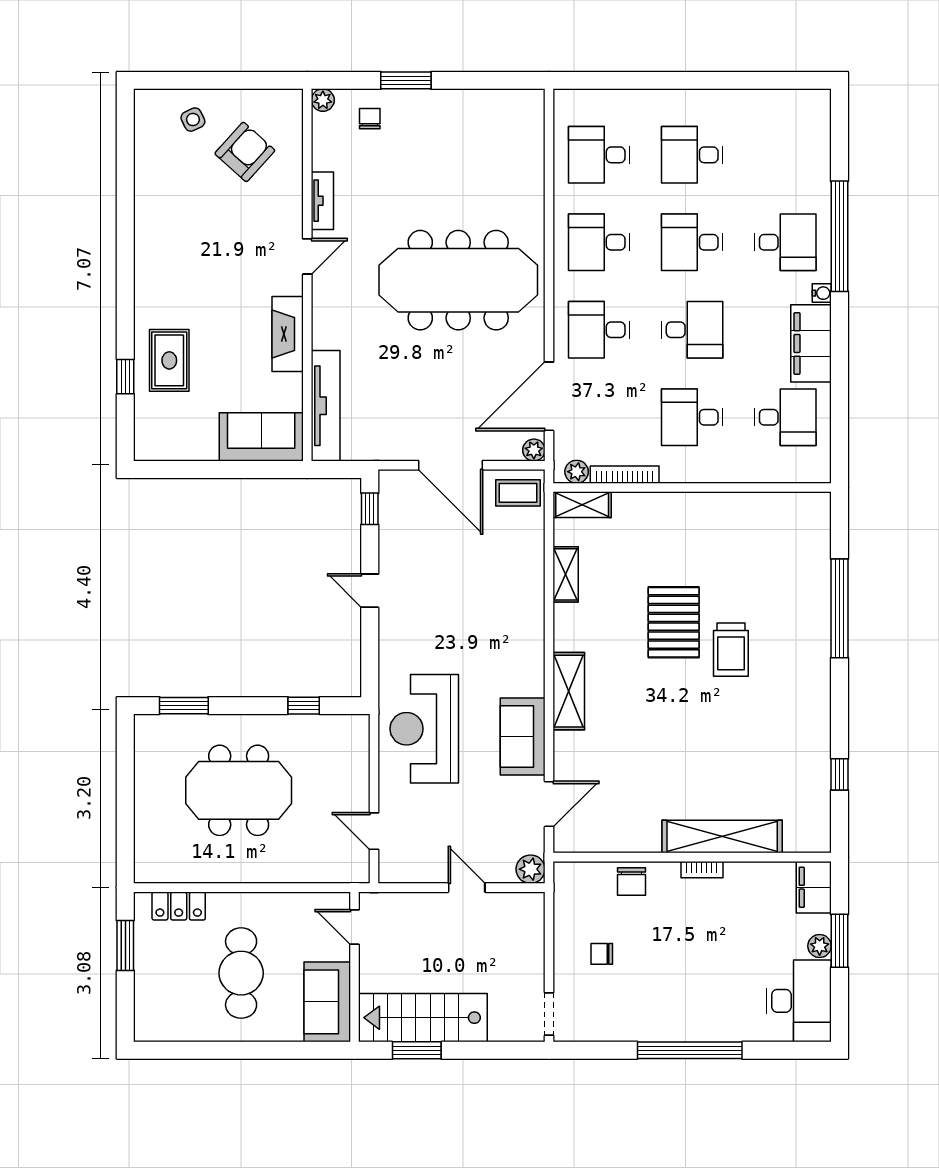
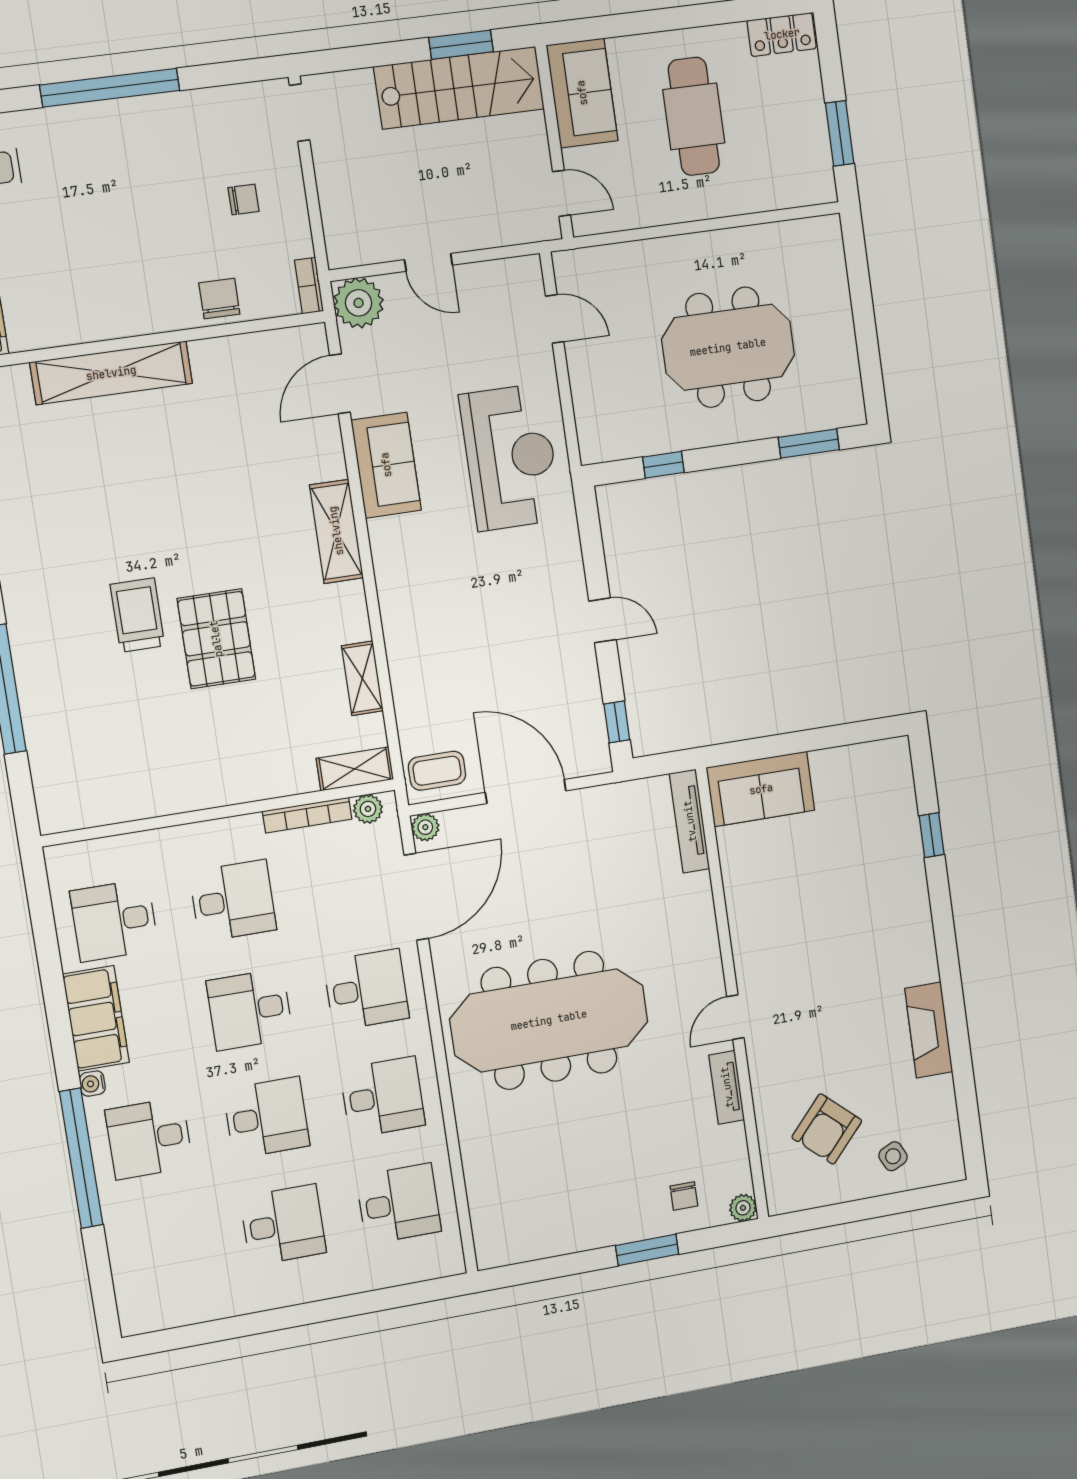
fireplace: (288, 334) -> (929, 1030), moved, turned 180
rug: (169, 360) -> (882, 863), removed
tv unit: (326, 406) -> (690, 821), width x0.73, depth x0.78
plant: (531, 869) -> (359, 303), width x1.36, depth x1.36
bookcase: (702, 870) -> (309, 286), moved, turned -90
locker: (179, 906) -> (782, 34), moved, turned 180

